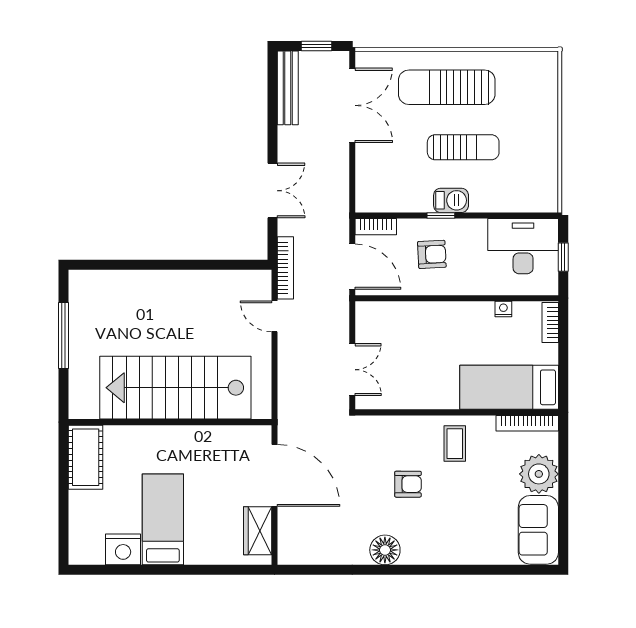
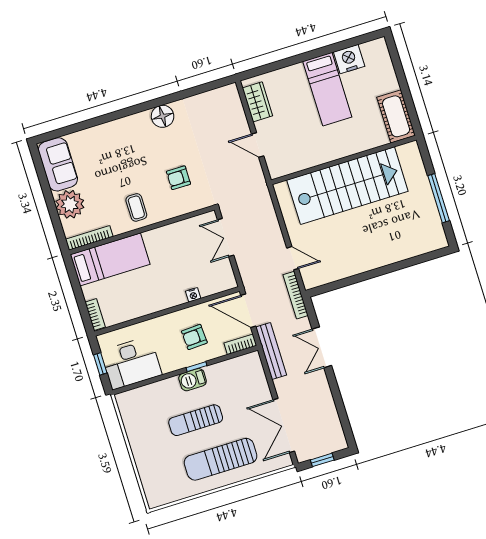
sun lounger: (447, 87) -> (221, 459), turned 180
bench: (288, 88) -> (271, 351), moved
nightstand: (503, 309) -> (193, 295), moved
door: (275, 475) -> (258, 145), width x0.53
armchair: (408, 484) -> (178, 178), moved

